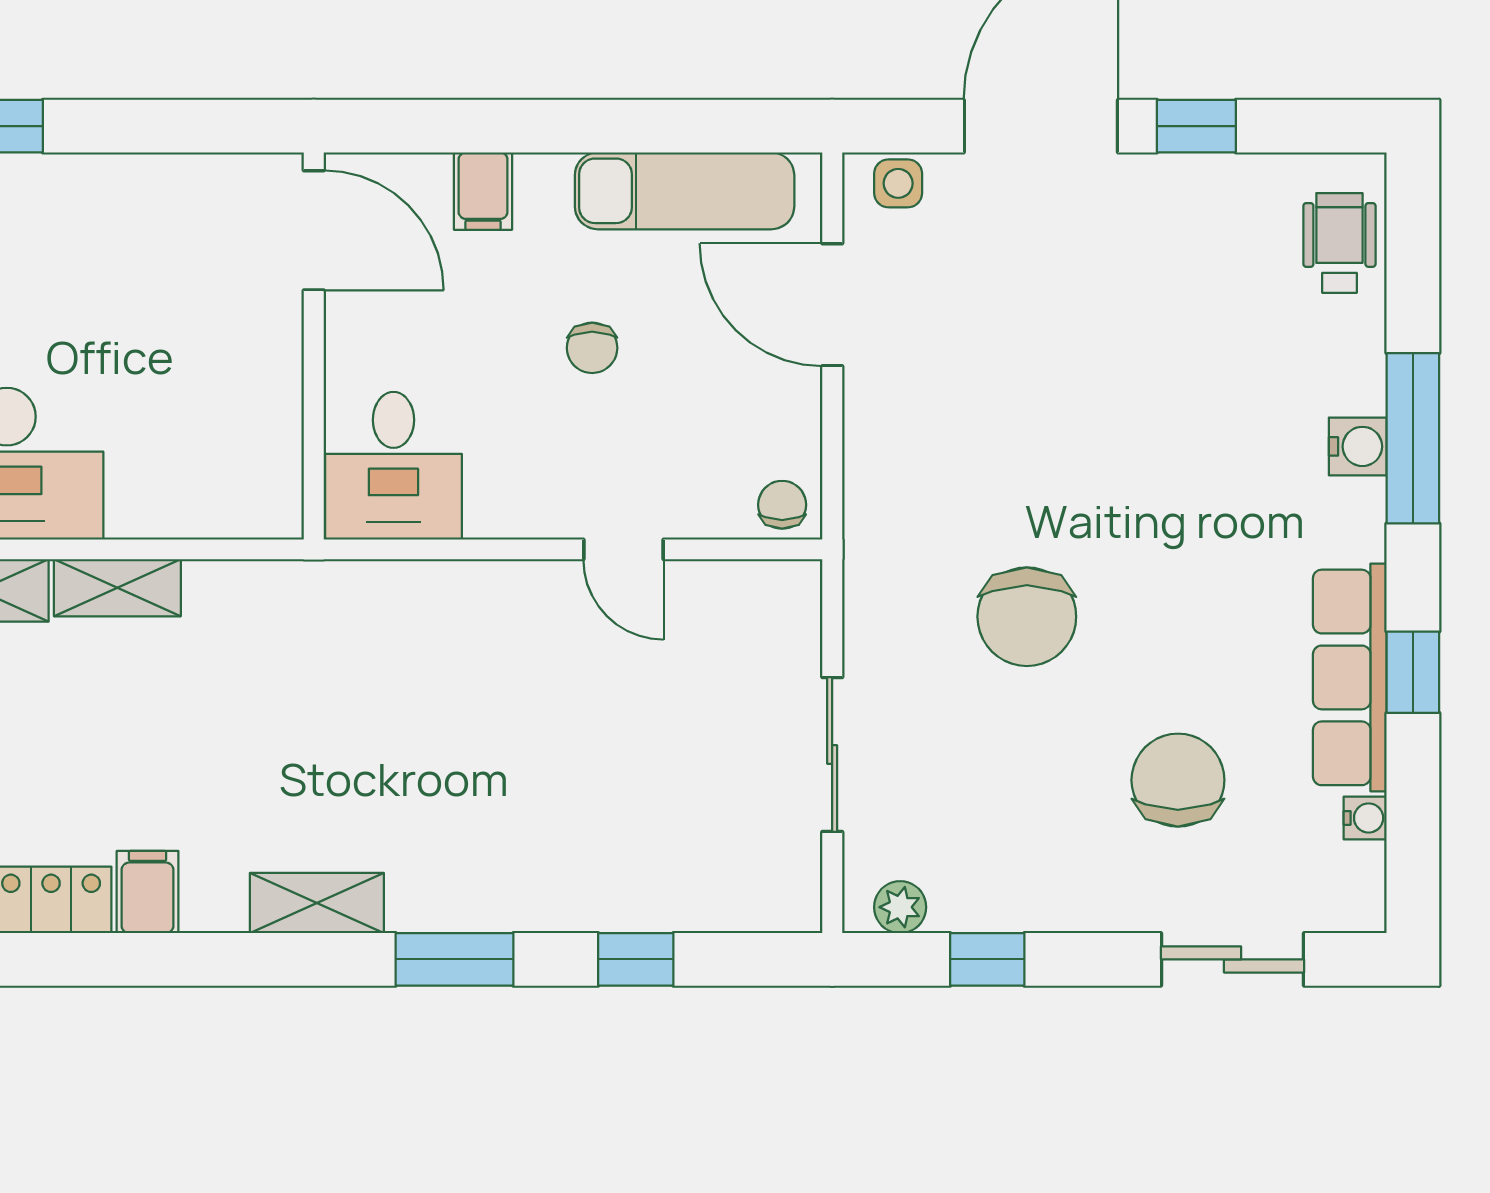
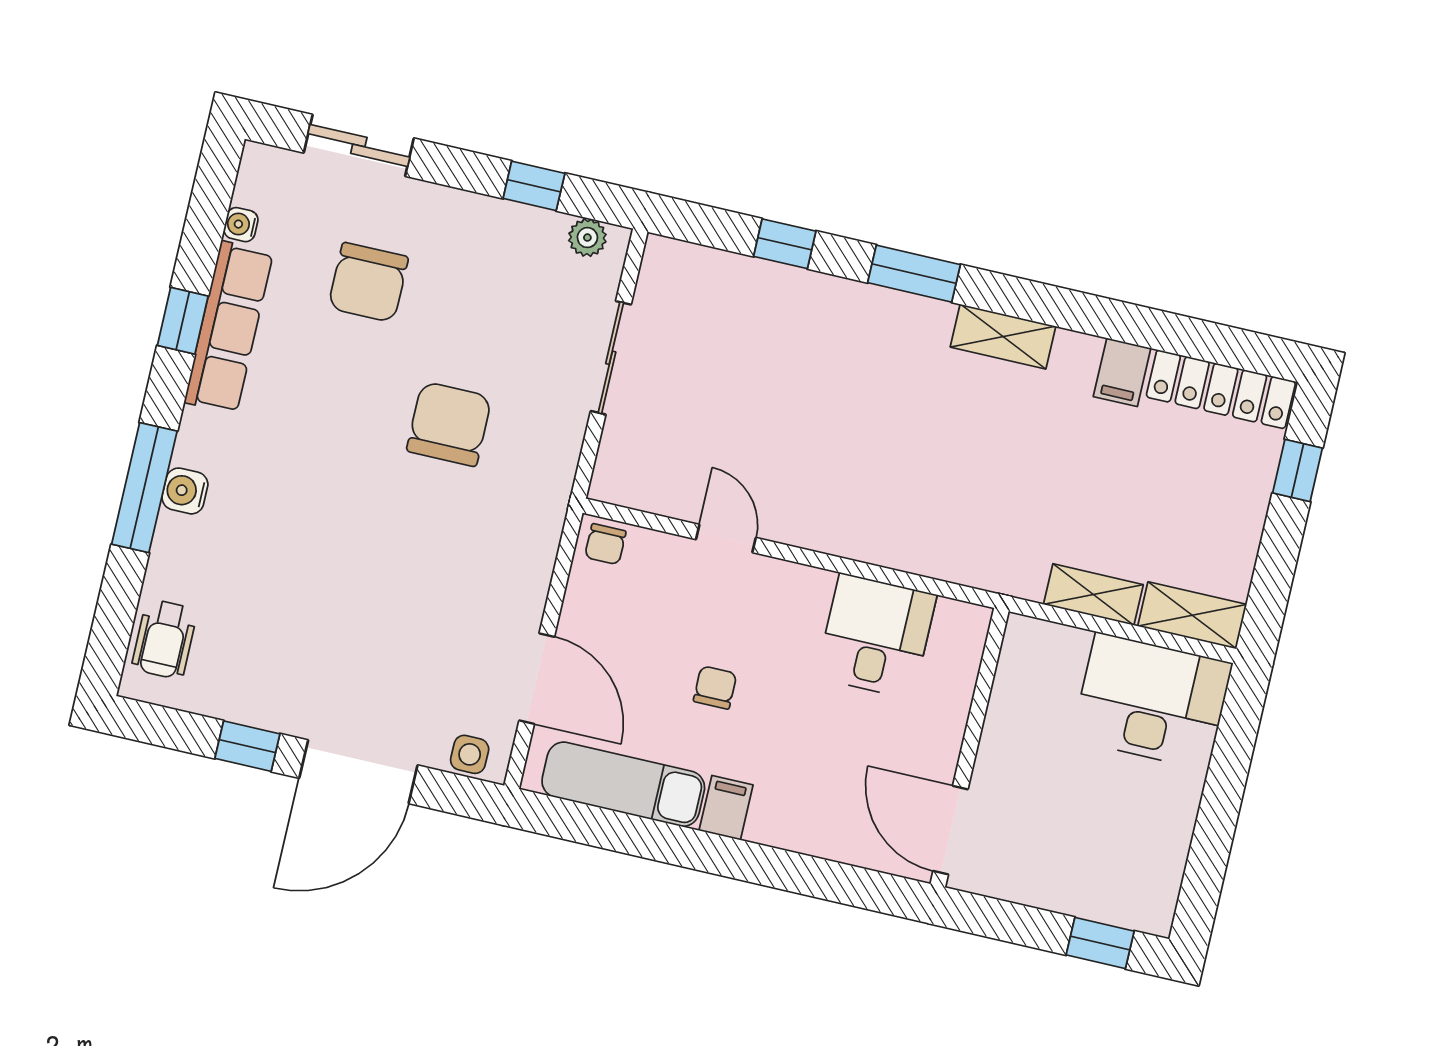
filing cabinet: (483, 191) -> (726, 808), moved
door: (314, 230) -> (951, 830), moved
wall: (314, 346) -> (970, 748), moved

